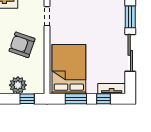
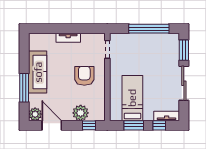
armchair: (22, 45) -> (84, 76), turned 71
bed: (69, 69) -> (132, 98), width x0.67

